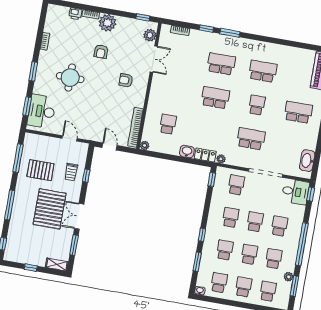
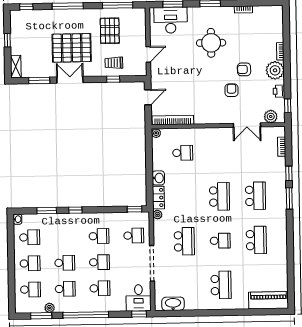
printer: (75, 14) -> (279, 91), moved
armchair: (126, 80) -> (232, 90), moved
school desk: (225, 250) -> (64, 237), removed

